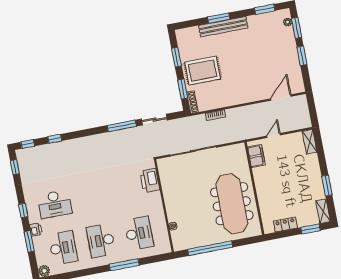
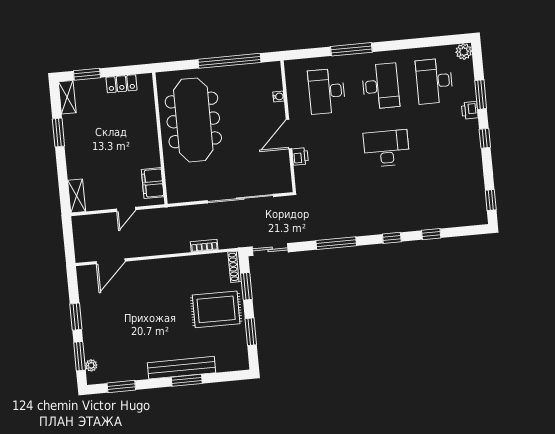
sliding door: (154, 120) -> (270, 249), moved
window: (28, 144) -> (392, 238), moved
printer: (150, 180) -> (300, 156), width x0.53, depth x0.68
door: (163, 200) -> (289, 134), added
desk: (55, 204) -> (386, 148), moved

